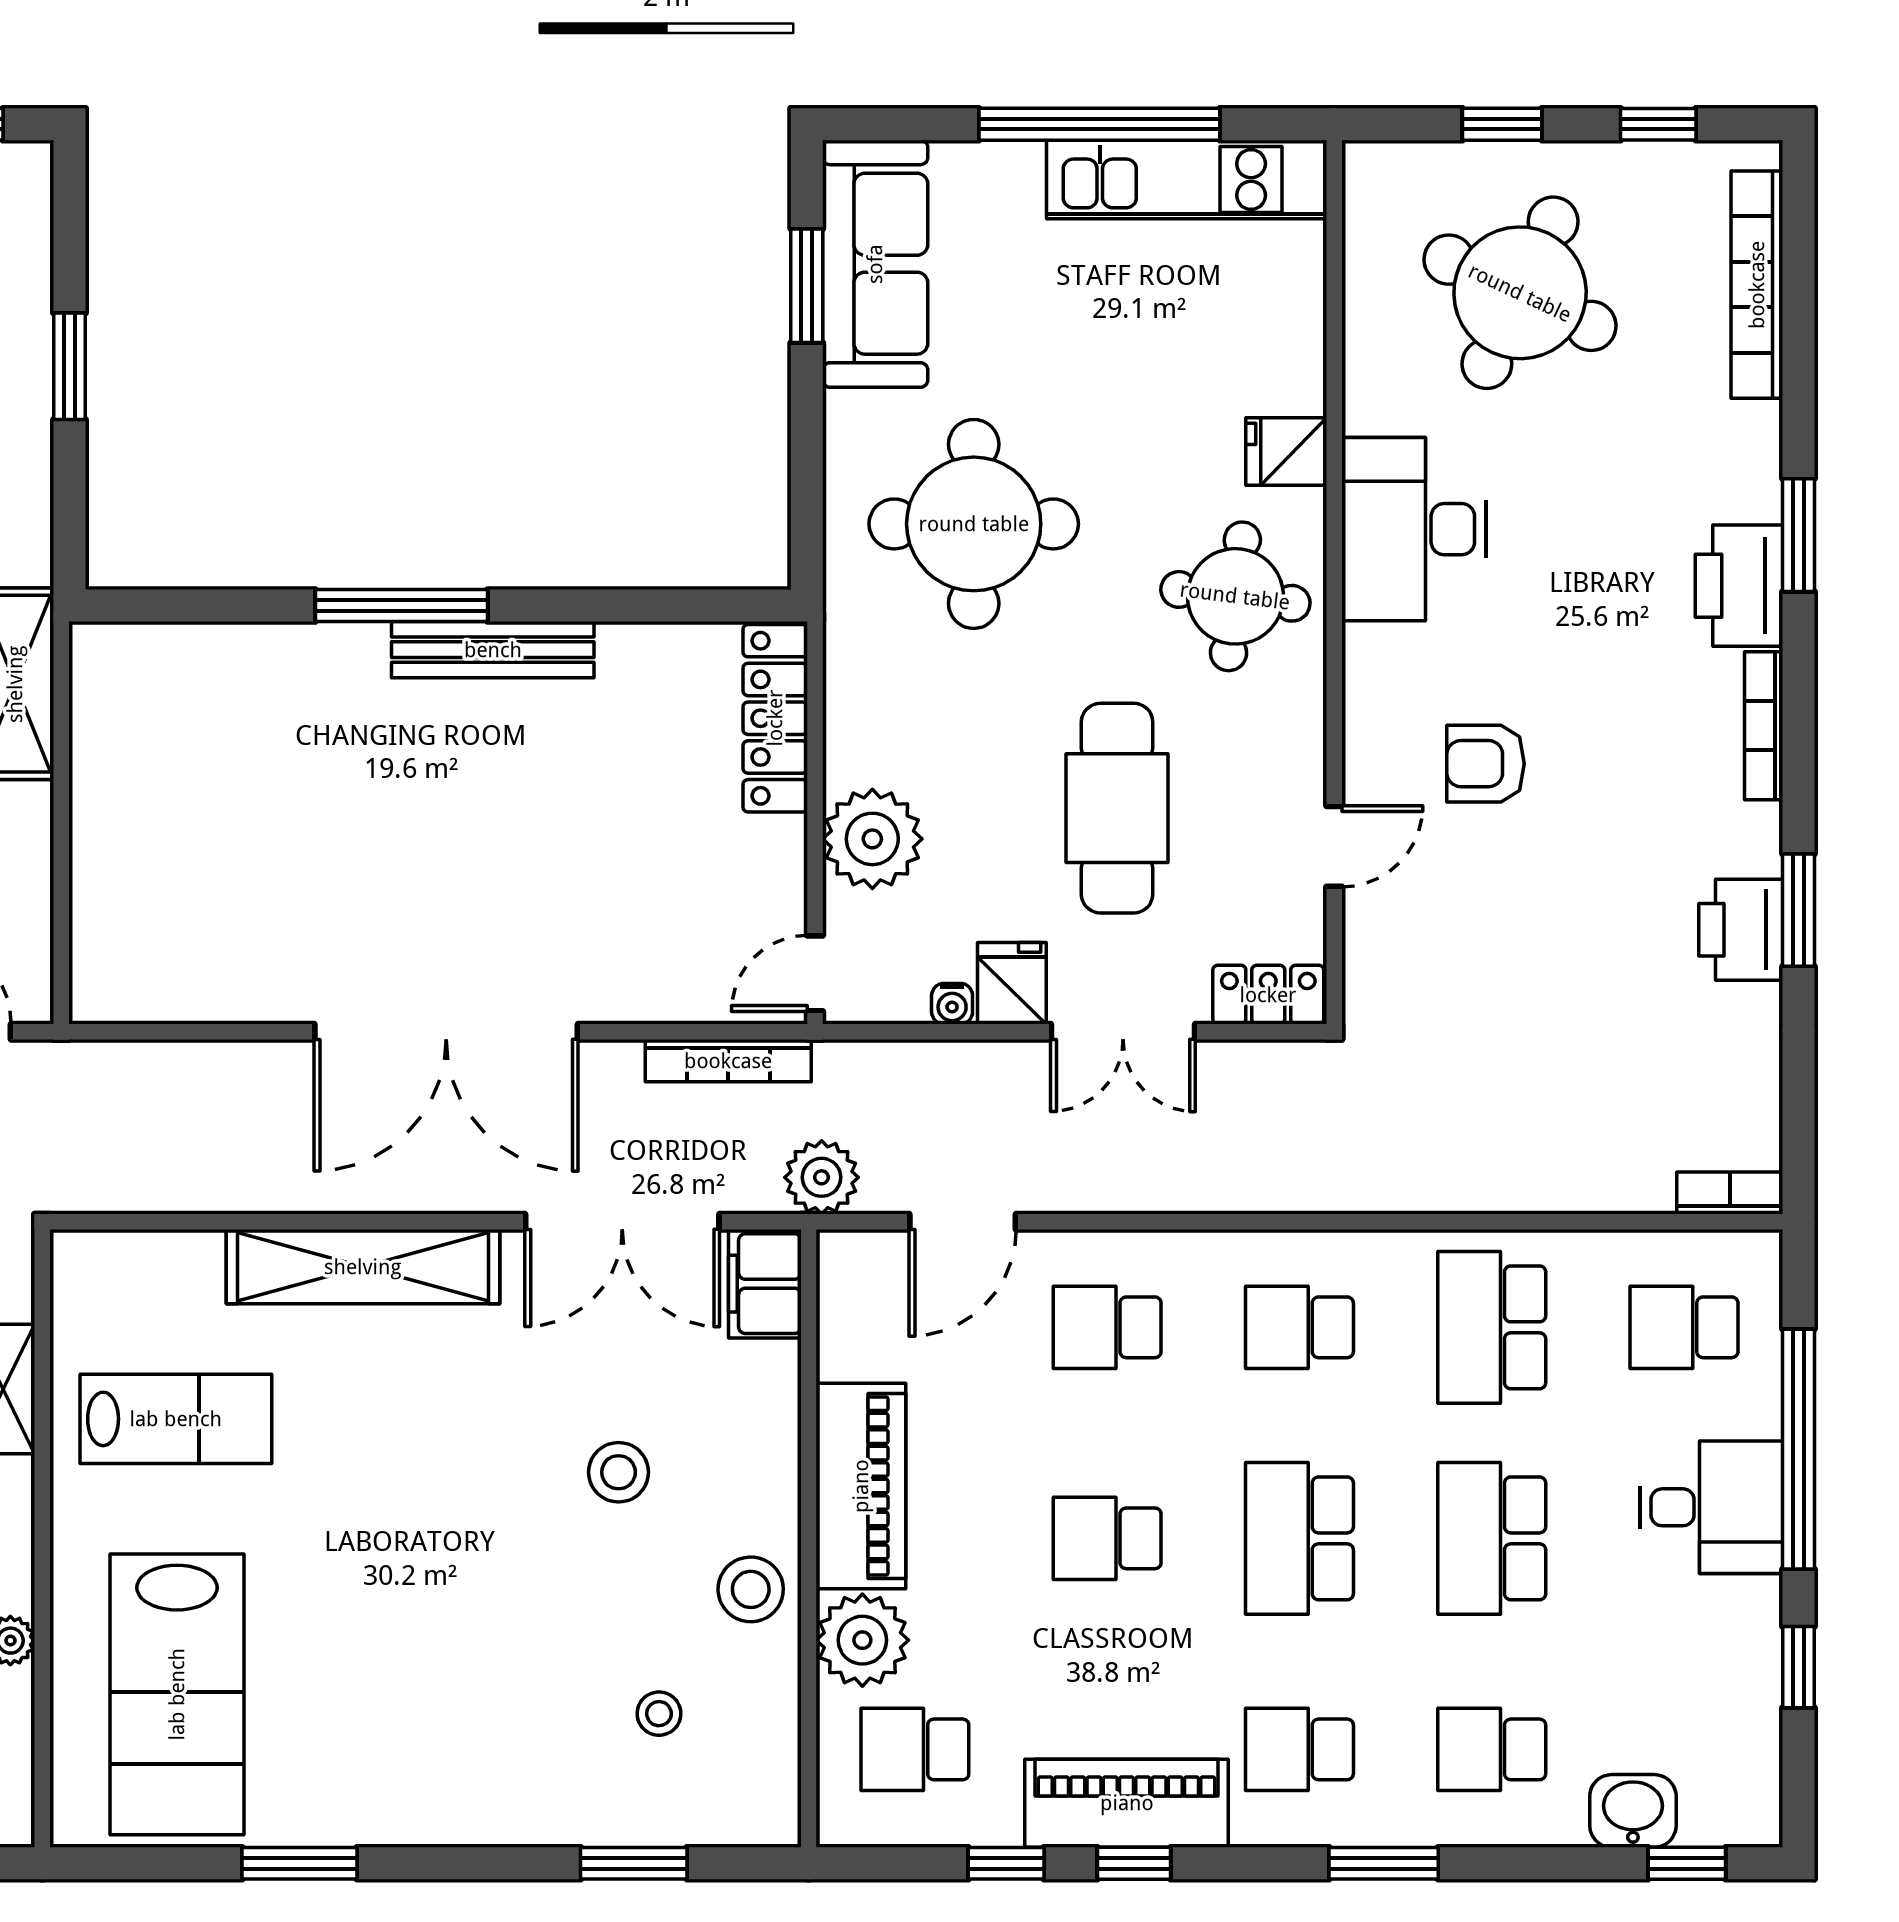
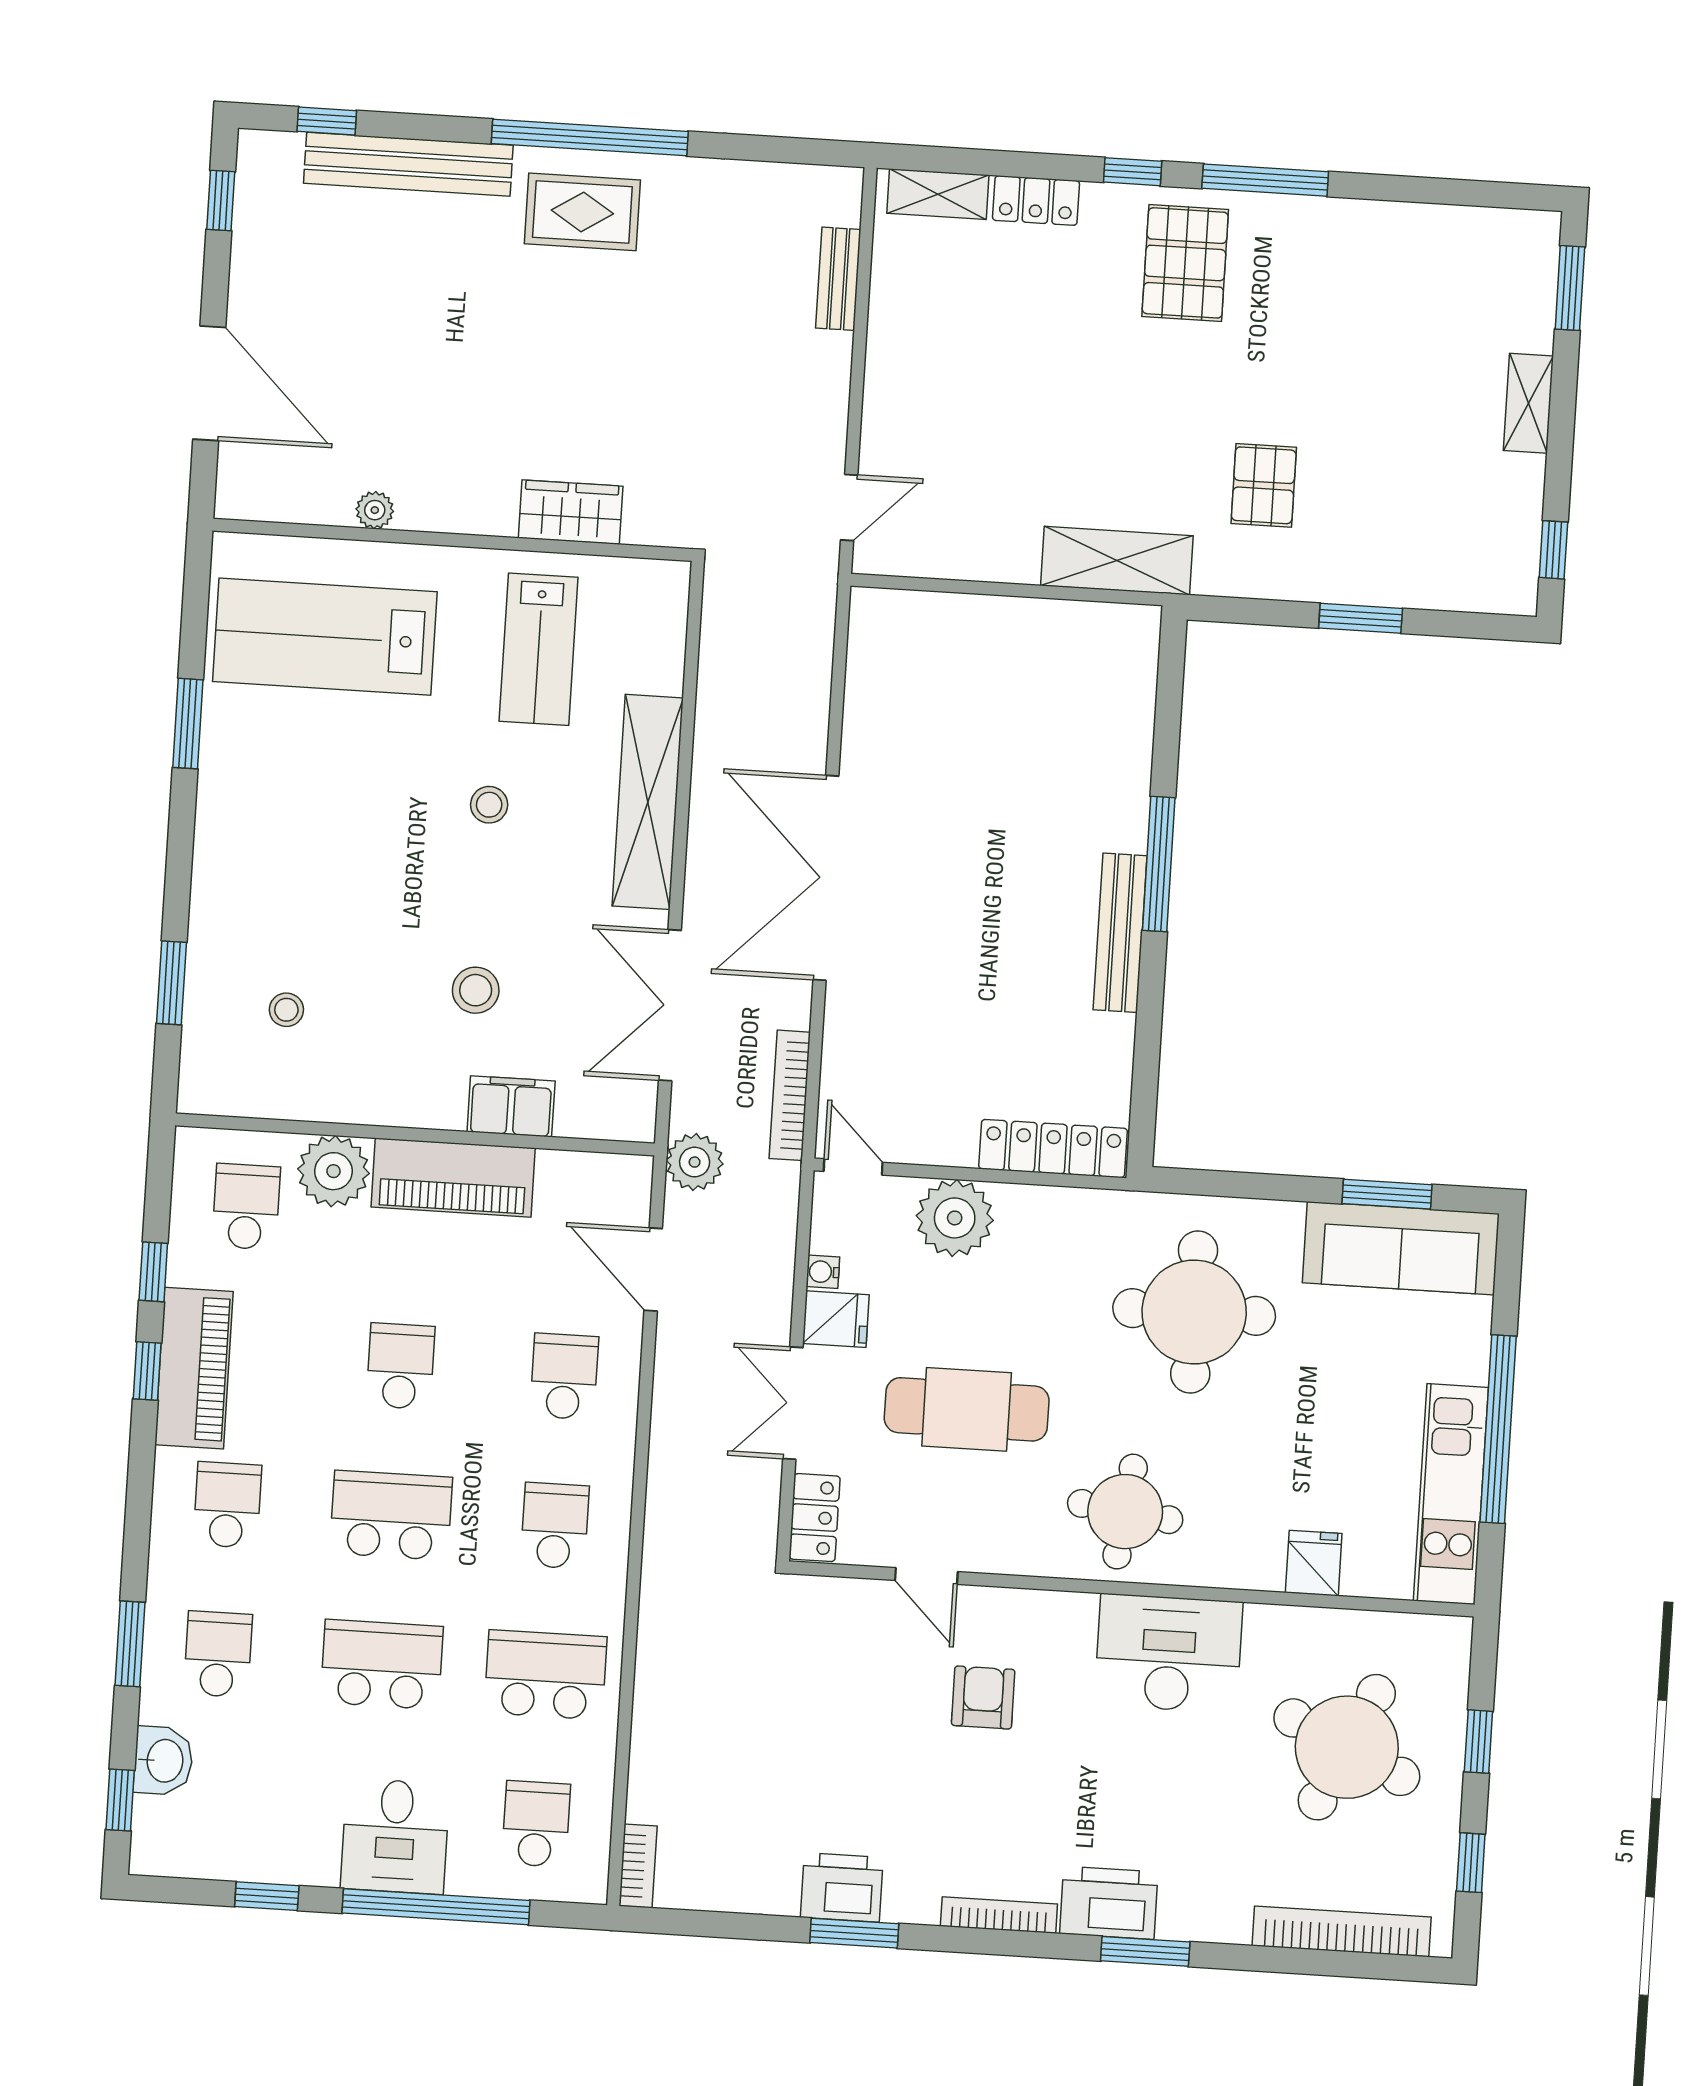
fridge: (1286, 452) -> (1314, 1563), moved
filing cabinet: (765, 1284) -> (511, 1106), moved
stool: (751, 1589) -> (489, 805), moved, width x0.73, depth x0.73
window: (1384, 1863) -> (130, 1644), moved

